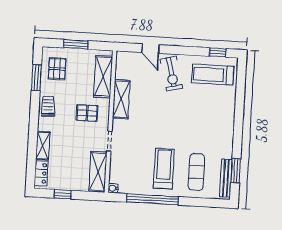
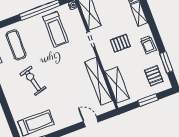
exercise bike: (171, 74) -> (33, 81), moved
shelving: (121, 99) -> (99, 81), width x1.47
pallet: (87, 113) -> (120, 43), moved
treadmill: (164, 169) -> (56, 29), moved

